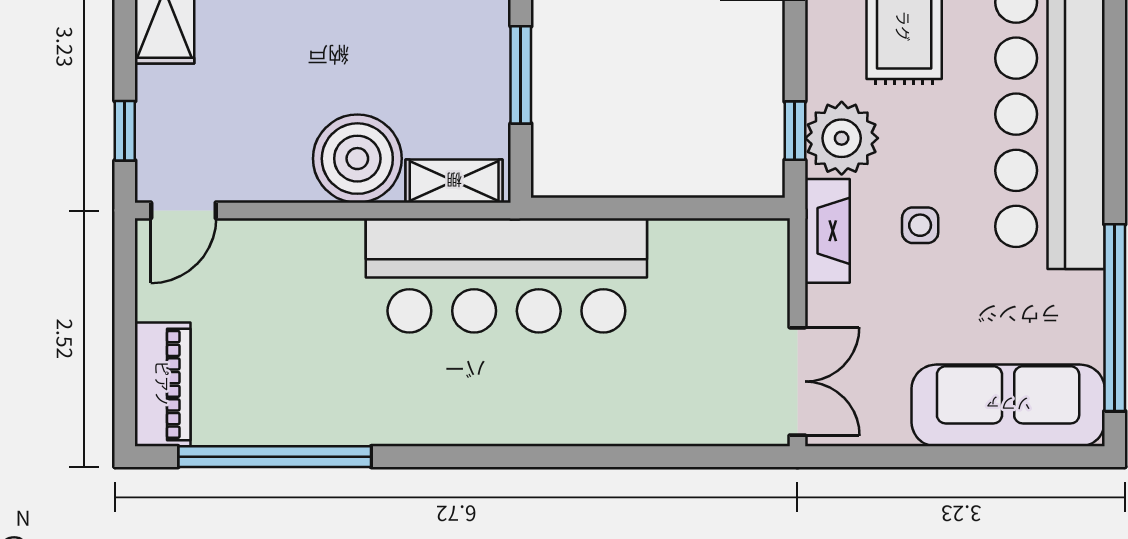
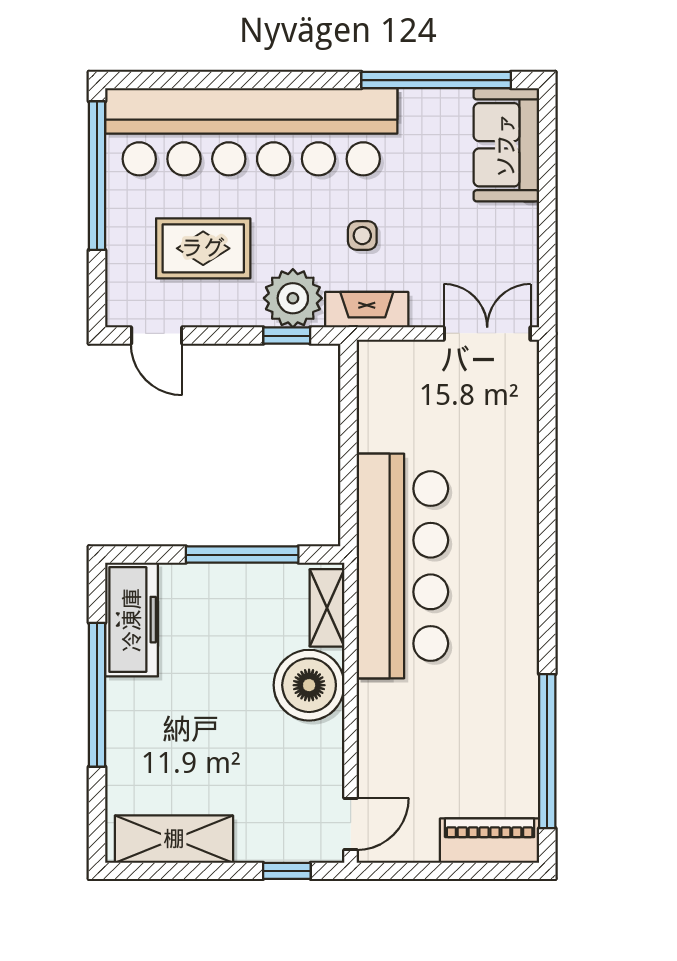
window: (521, 75) -> (242, 555), width x1.44
door: (183, 210) -> (351, 824), hinge flipped
sofa: (1008, 405) -> (506, 145), width x0.73

